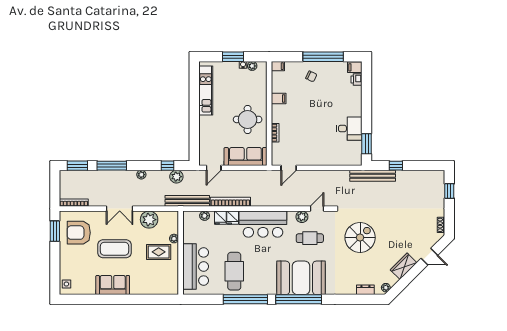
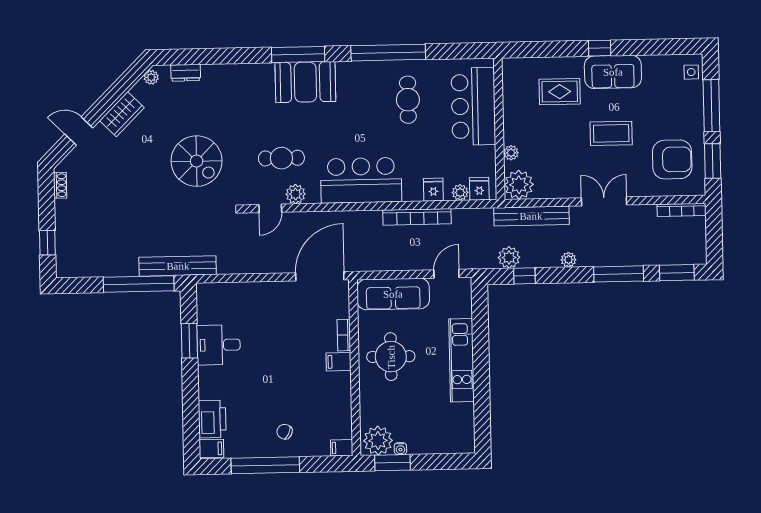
window: (233, 57) -> (392, 463), moved
plant: (252, 66) -> (378, 441), width x1.88, depth x1.88
printer: (357, 80) -> (212, 419), width x1.87, depth x1.48
kitchen unit: (206, 91) -> (462, 360), moved
filing cabinet: (279, 99) -> (338, 362), moved
window: (367, 144) -> (189, 341), moved
window: (396, 166) -> (139, 284), width x3.17
door: (289, 168) -> (320, 276), width x1.87
bench: (187, 201) -> (531, 216), moved
fridge: (233, 218) -> (479, 189), moved
plant: (149, 220) -> (519, 185), moved
spiral stairs: (360, 238) -> (197, 161), turned -90
coffee table: (114, 249) -> (611, 133), width x0.73, depth x0.76
rug: (159, 252) -> (560, 92), moved
window: (55, 264) -> (711, 106), added
cafe table: (234, 271) -> (408, 100), width x0.73, depth x0.74
booth: (301, 278) -> (305, 82), width x0.73, depth x0.70
window: (120, 299) -> (600, 48), added
window: (299, 299) -> (298, 54), width x0.68

